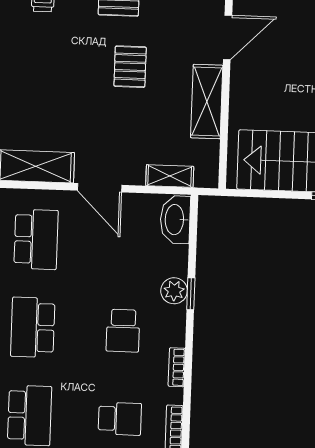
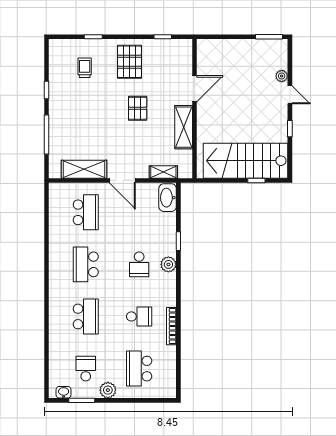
plant: (174, 291) -> (168, 264), moved
bookcase: (177, 367) -> (172, 285), removed

